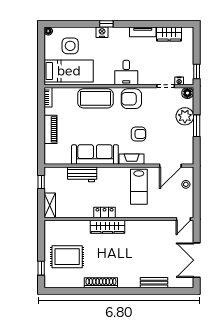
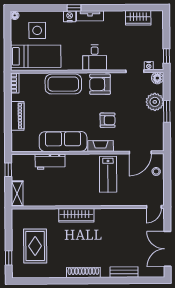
tv unit: (143, 32) -> (90, 16), moved
locker: (105, 212) -> (73, 201), removed
rug: (67, 257) -> (35, 246), turned 90
shoe rack: (101, 283) -> (83, 272), moved

